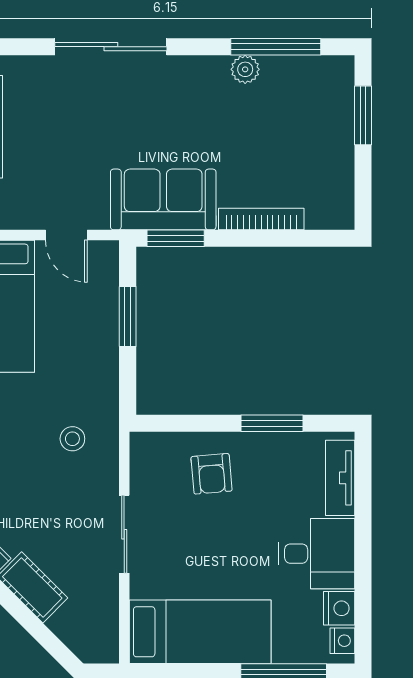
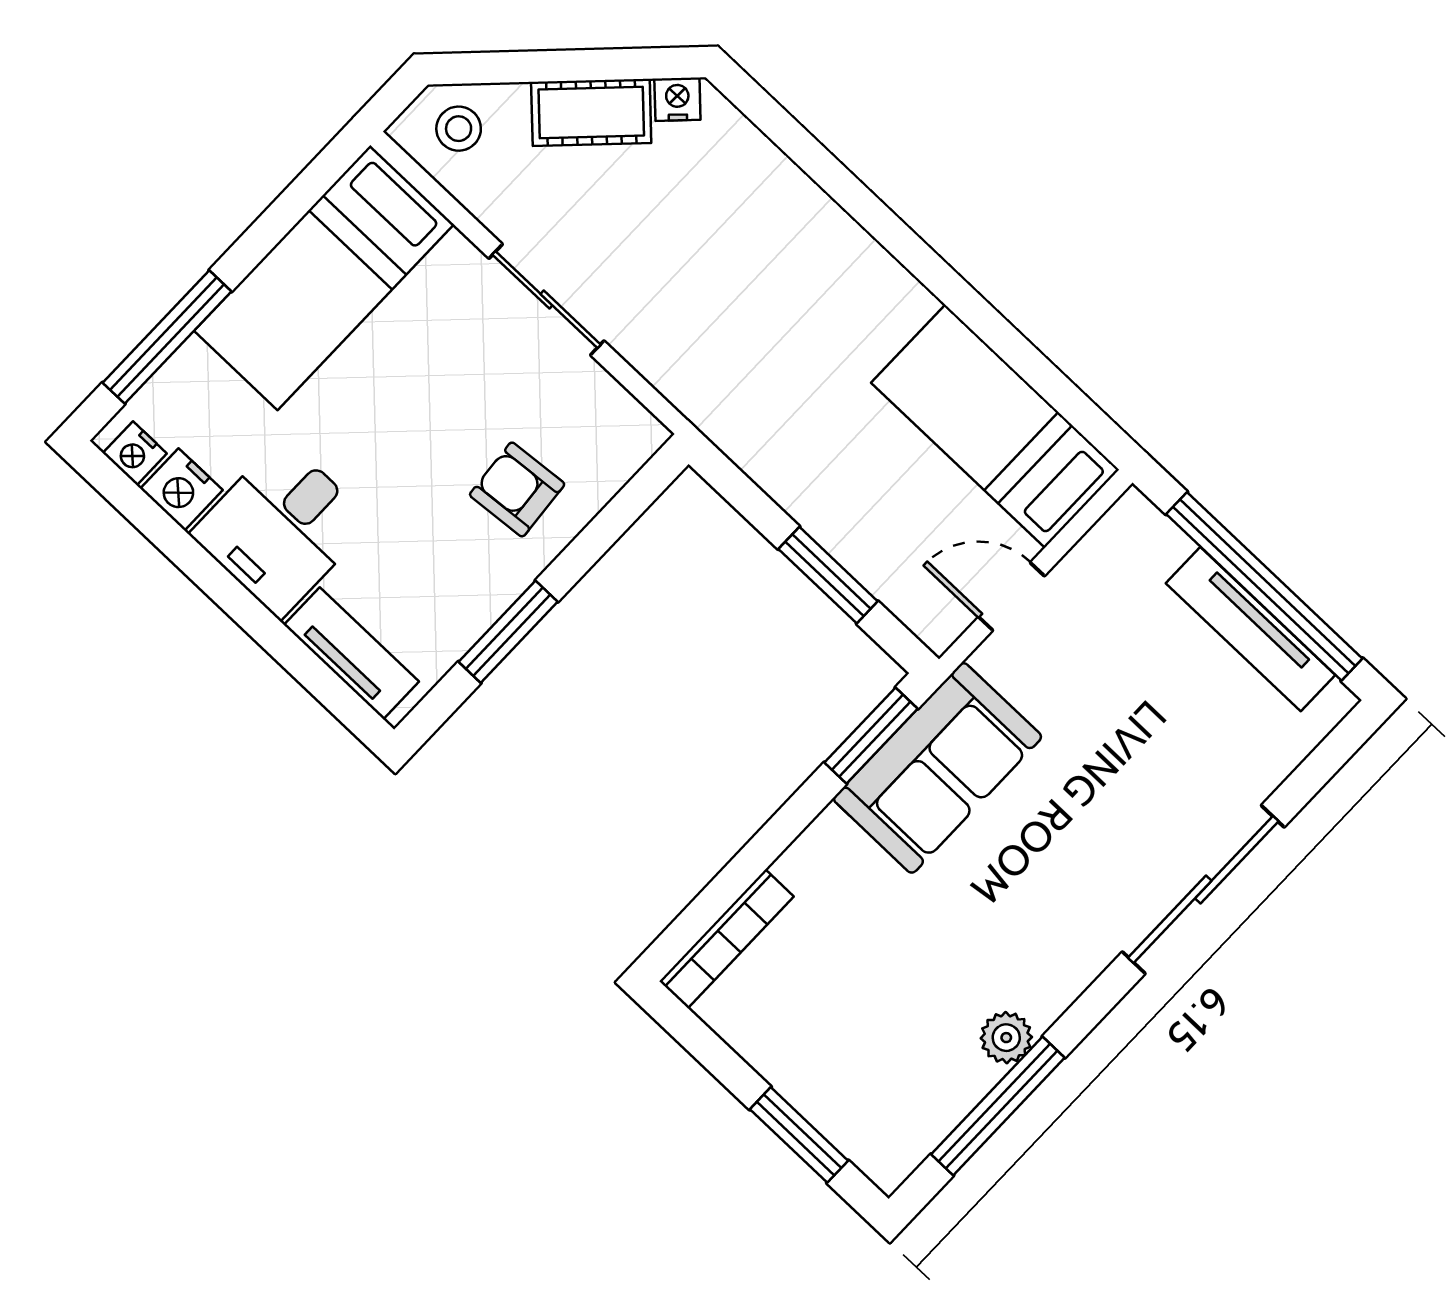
bookcase: (261, 219) -> (727, 939), moved
stool: (72, 439) -> (459, 129), moved

